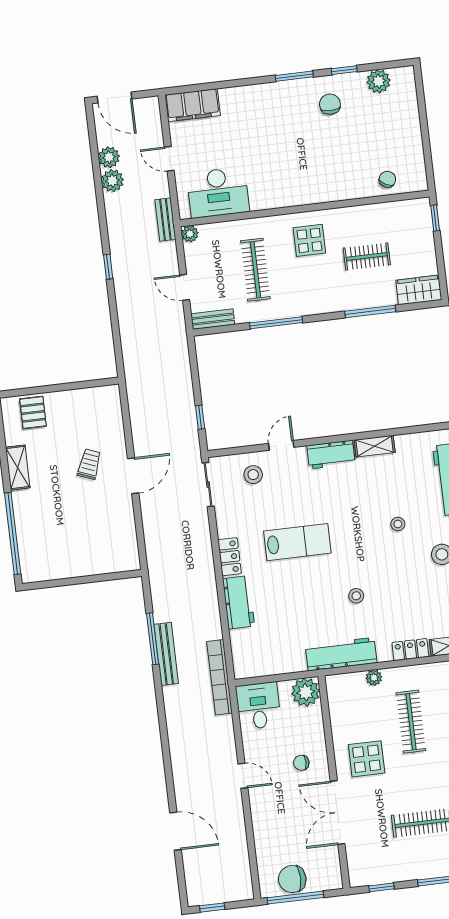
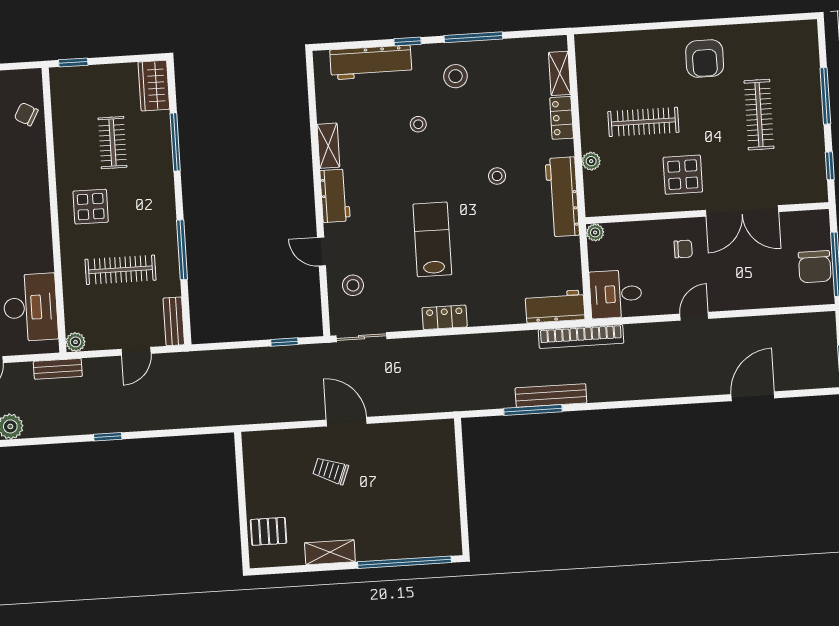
workbench: (238, 602) -> (555, 306), moved
plant: (306, 692) -> (595, 232), width x0.53, depth x0.53
chair: (301, 763) -> (683, 249), turned -90

